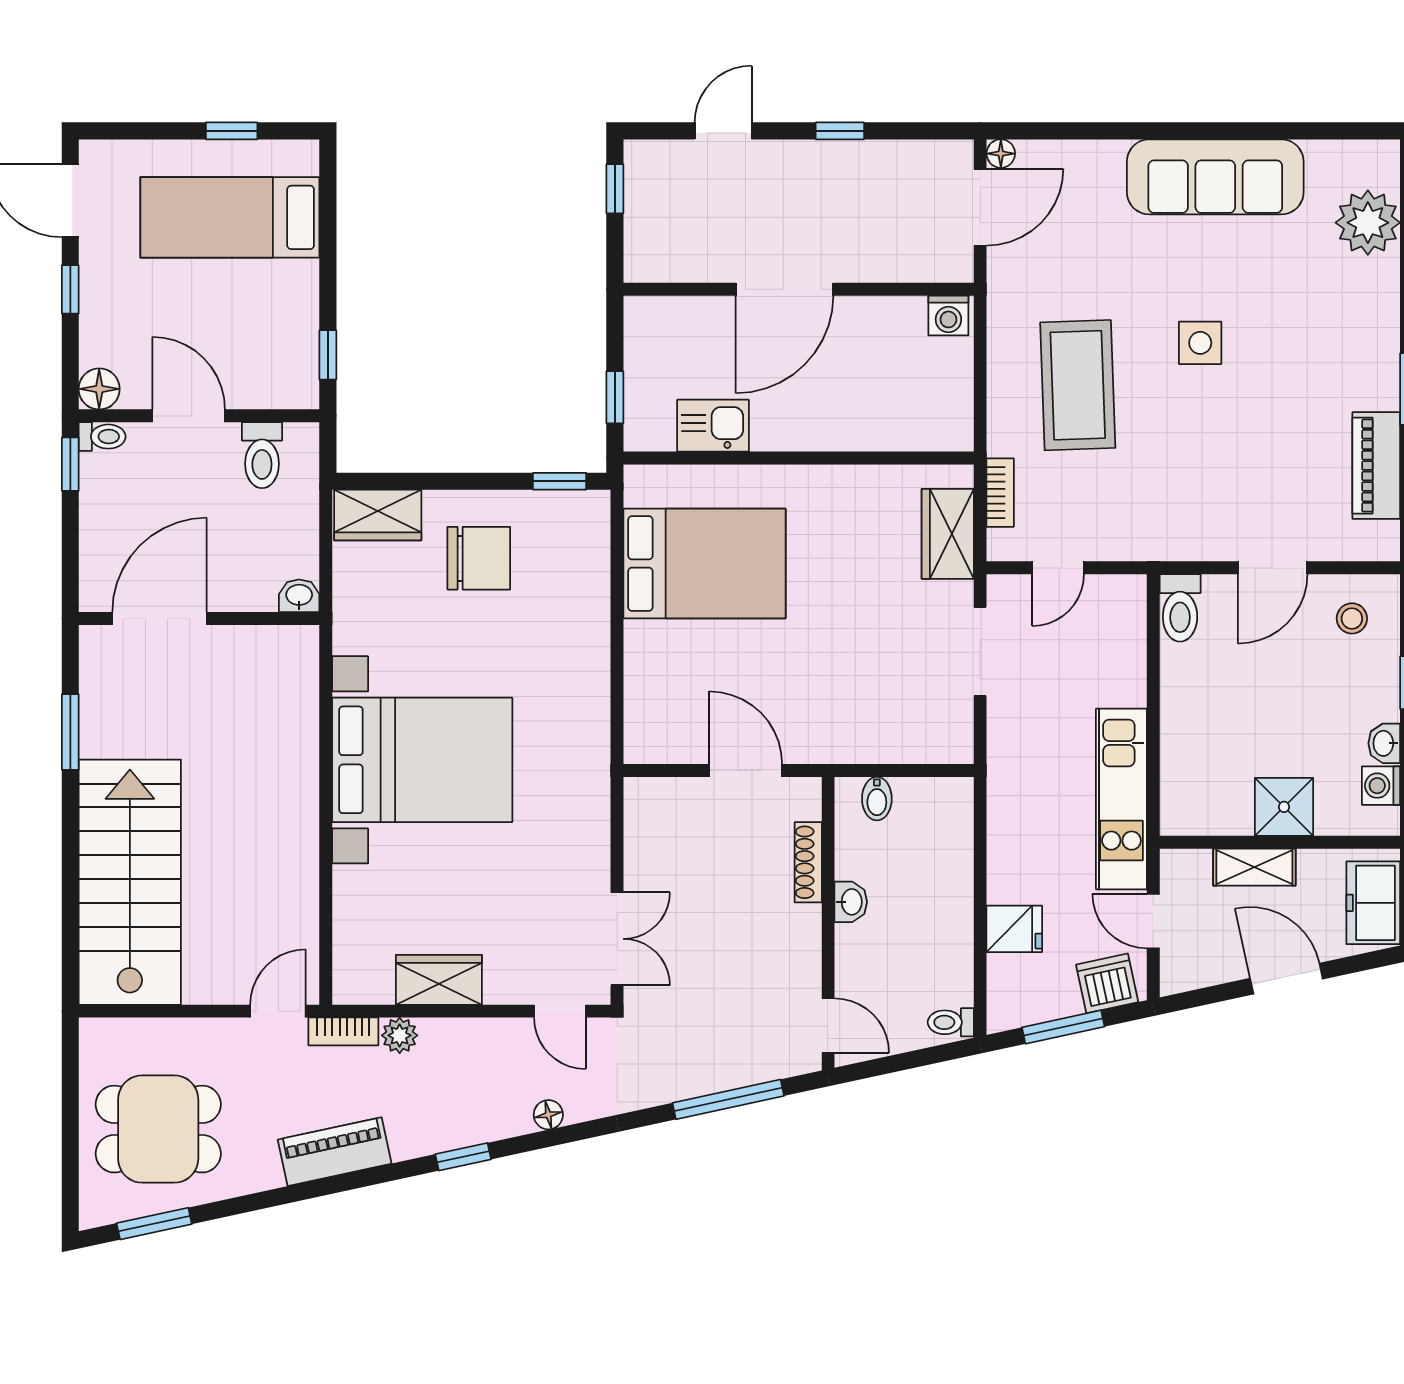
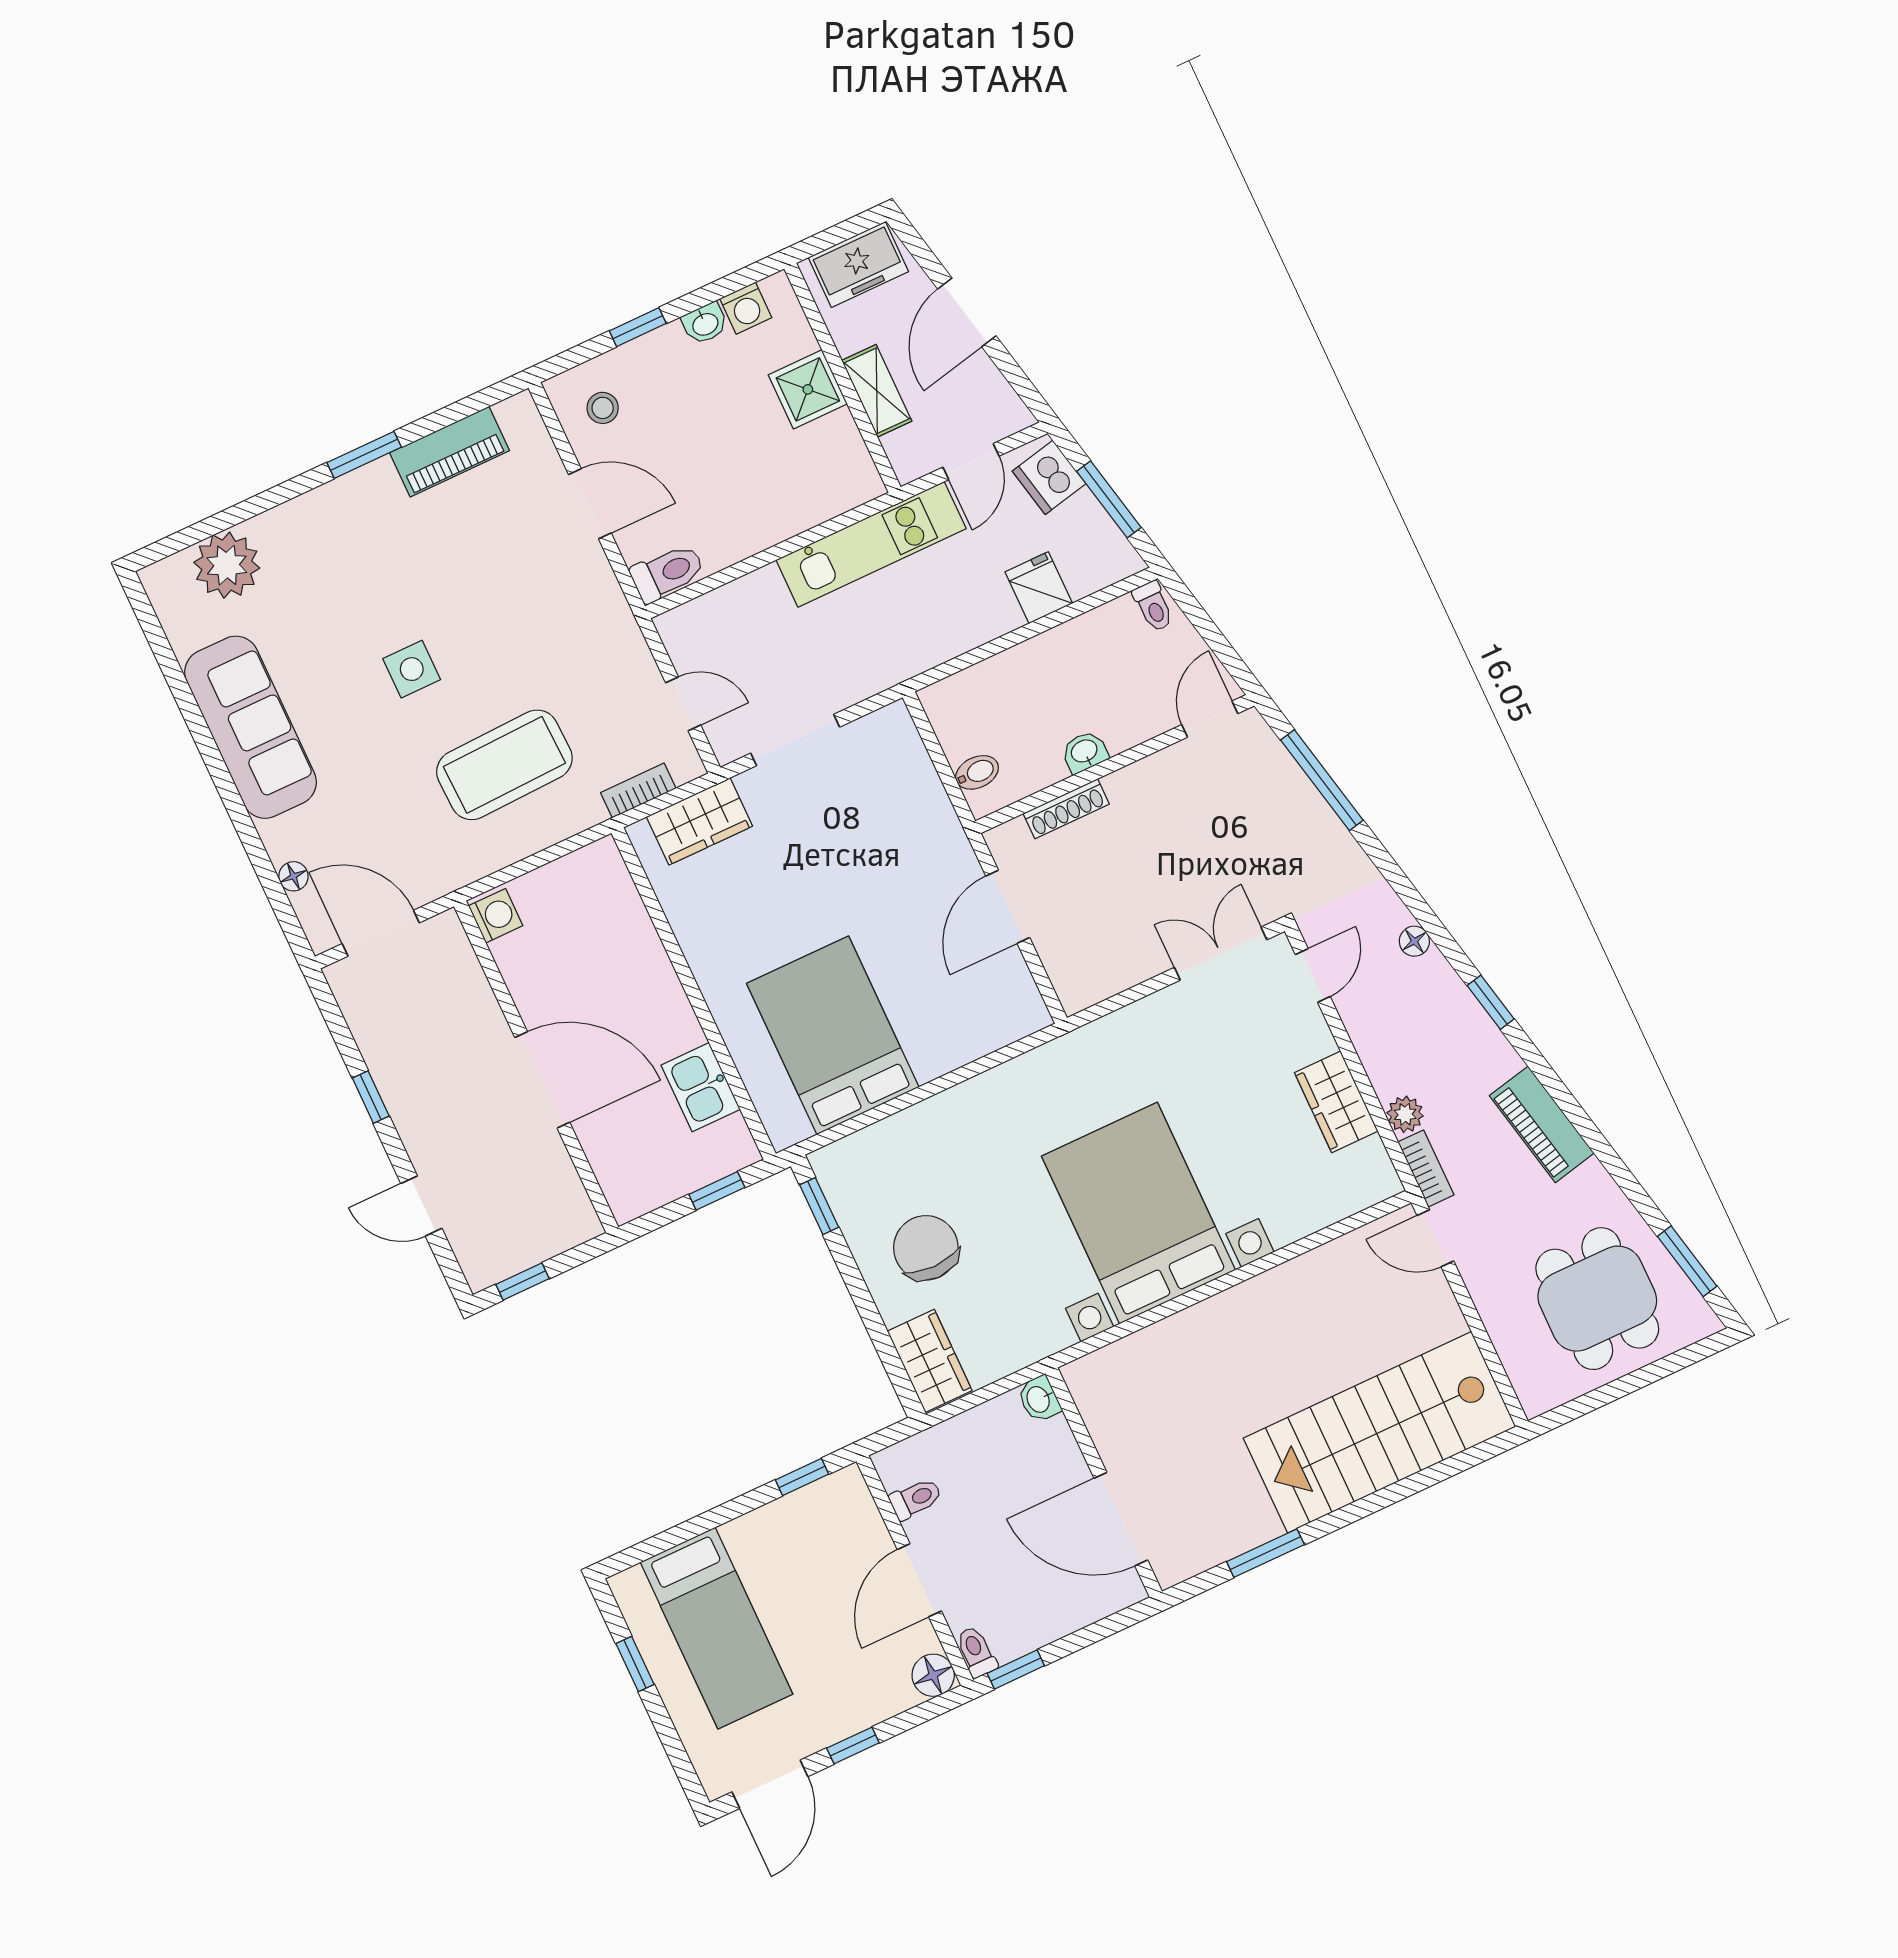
floor lamp: (1001, 154) -> (293, 876), moved
toilet: (262, 455) -> (916, 1499), width x0.73, depth x0.72

